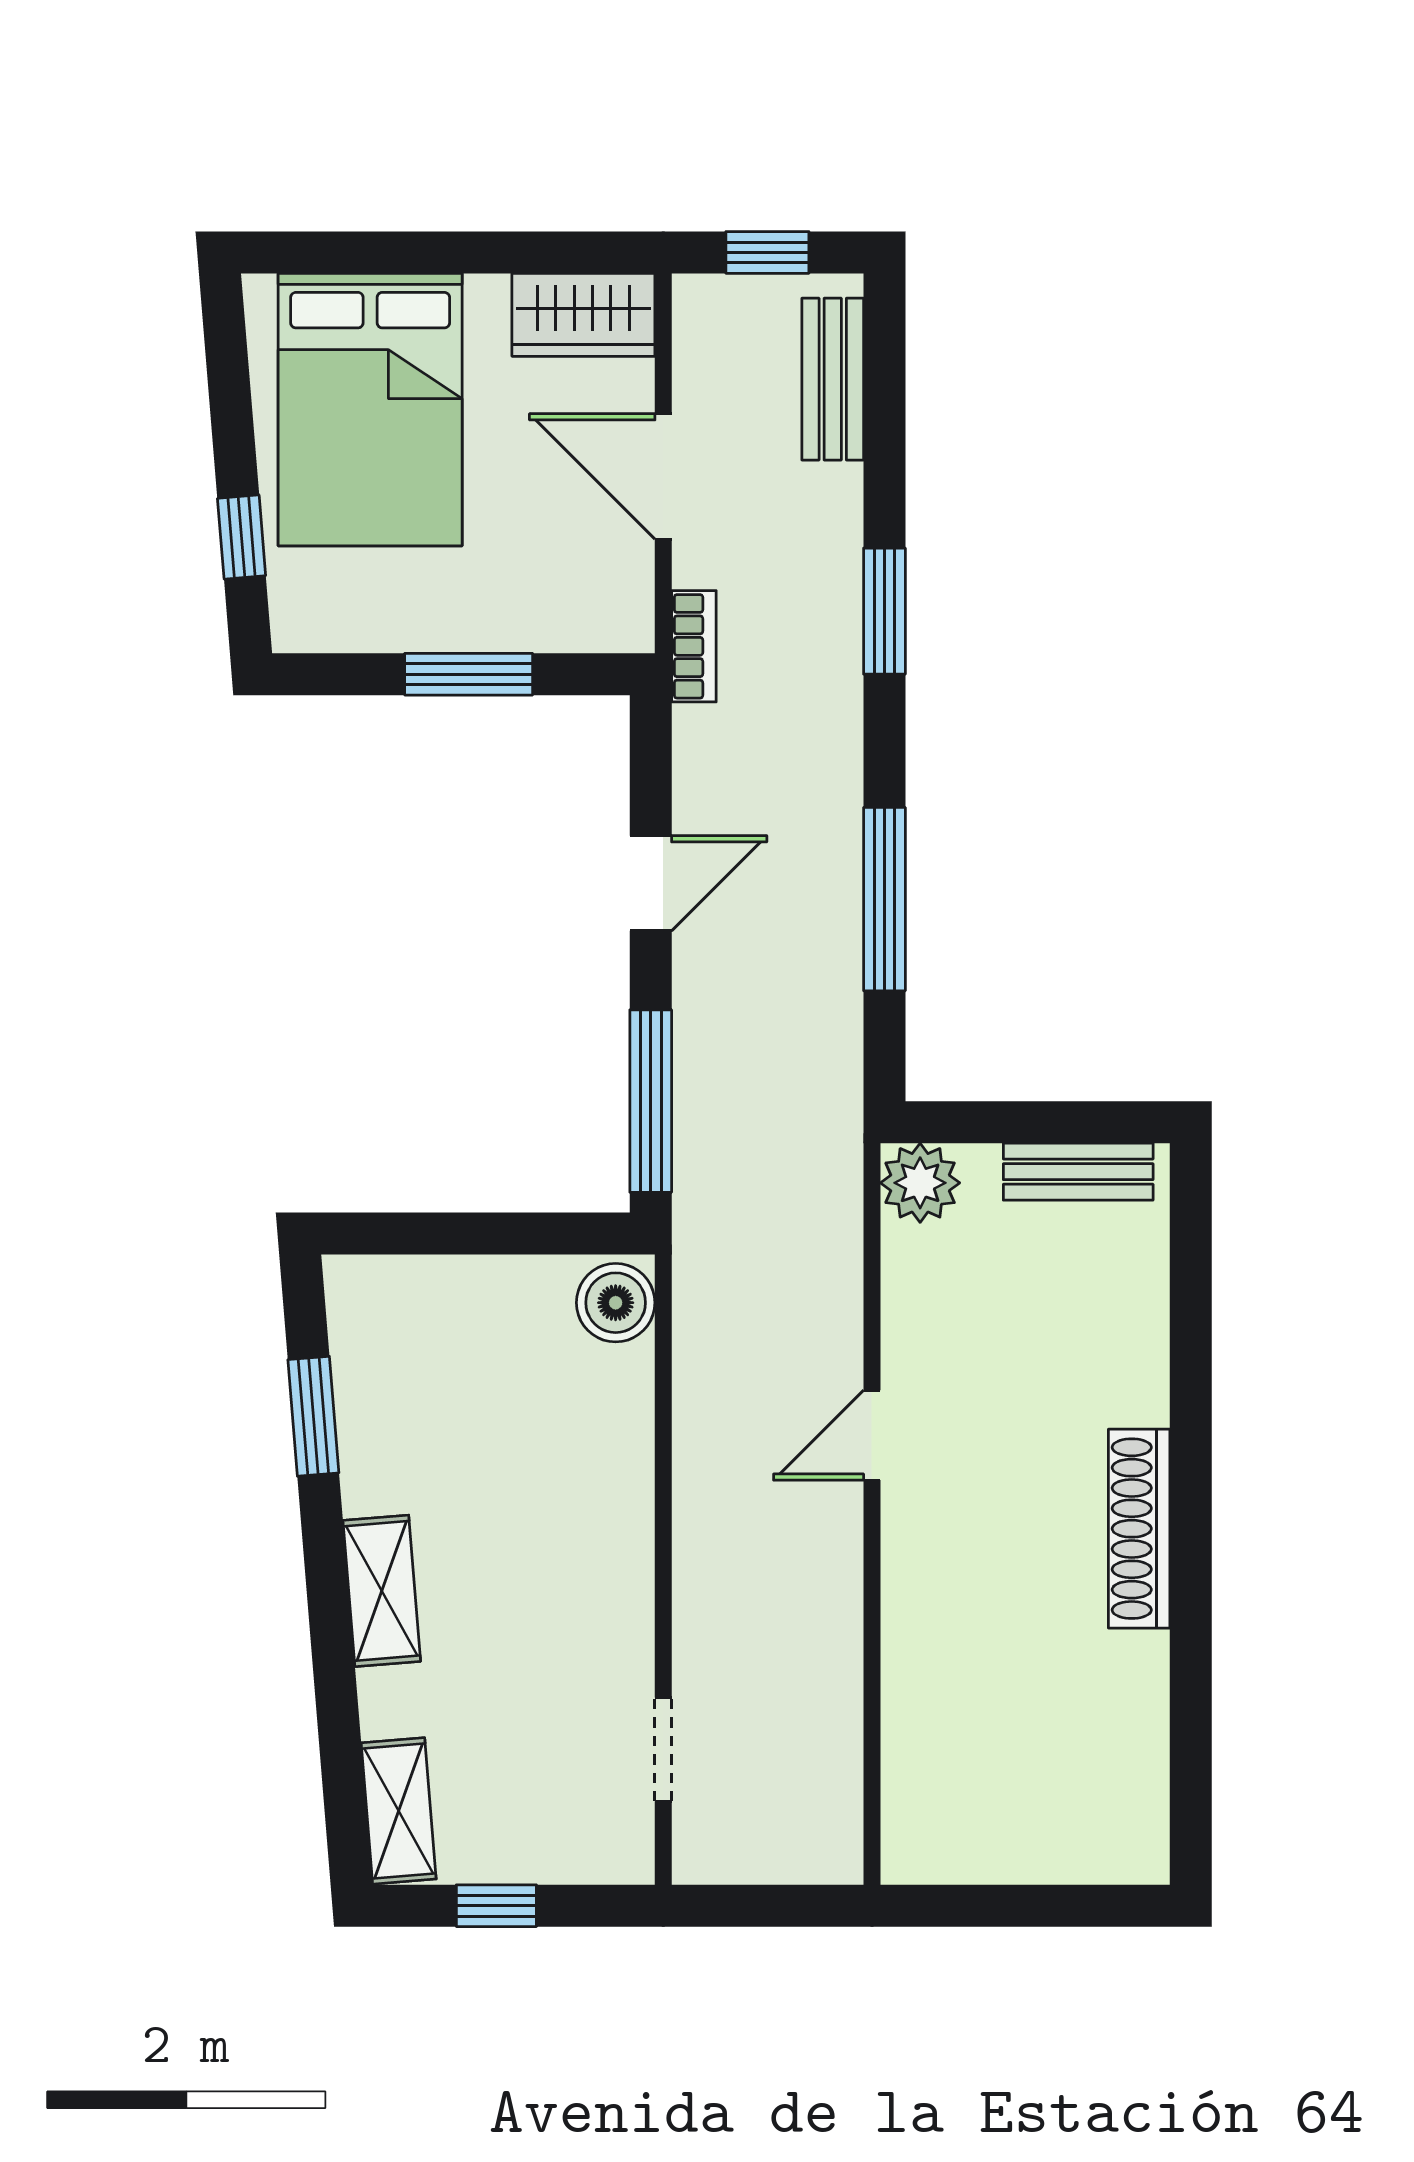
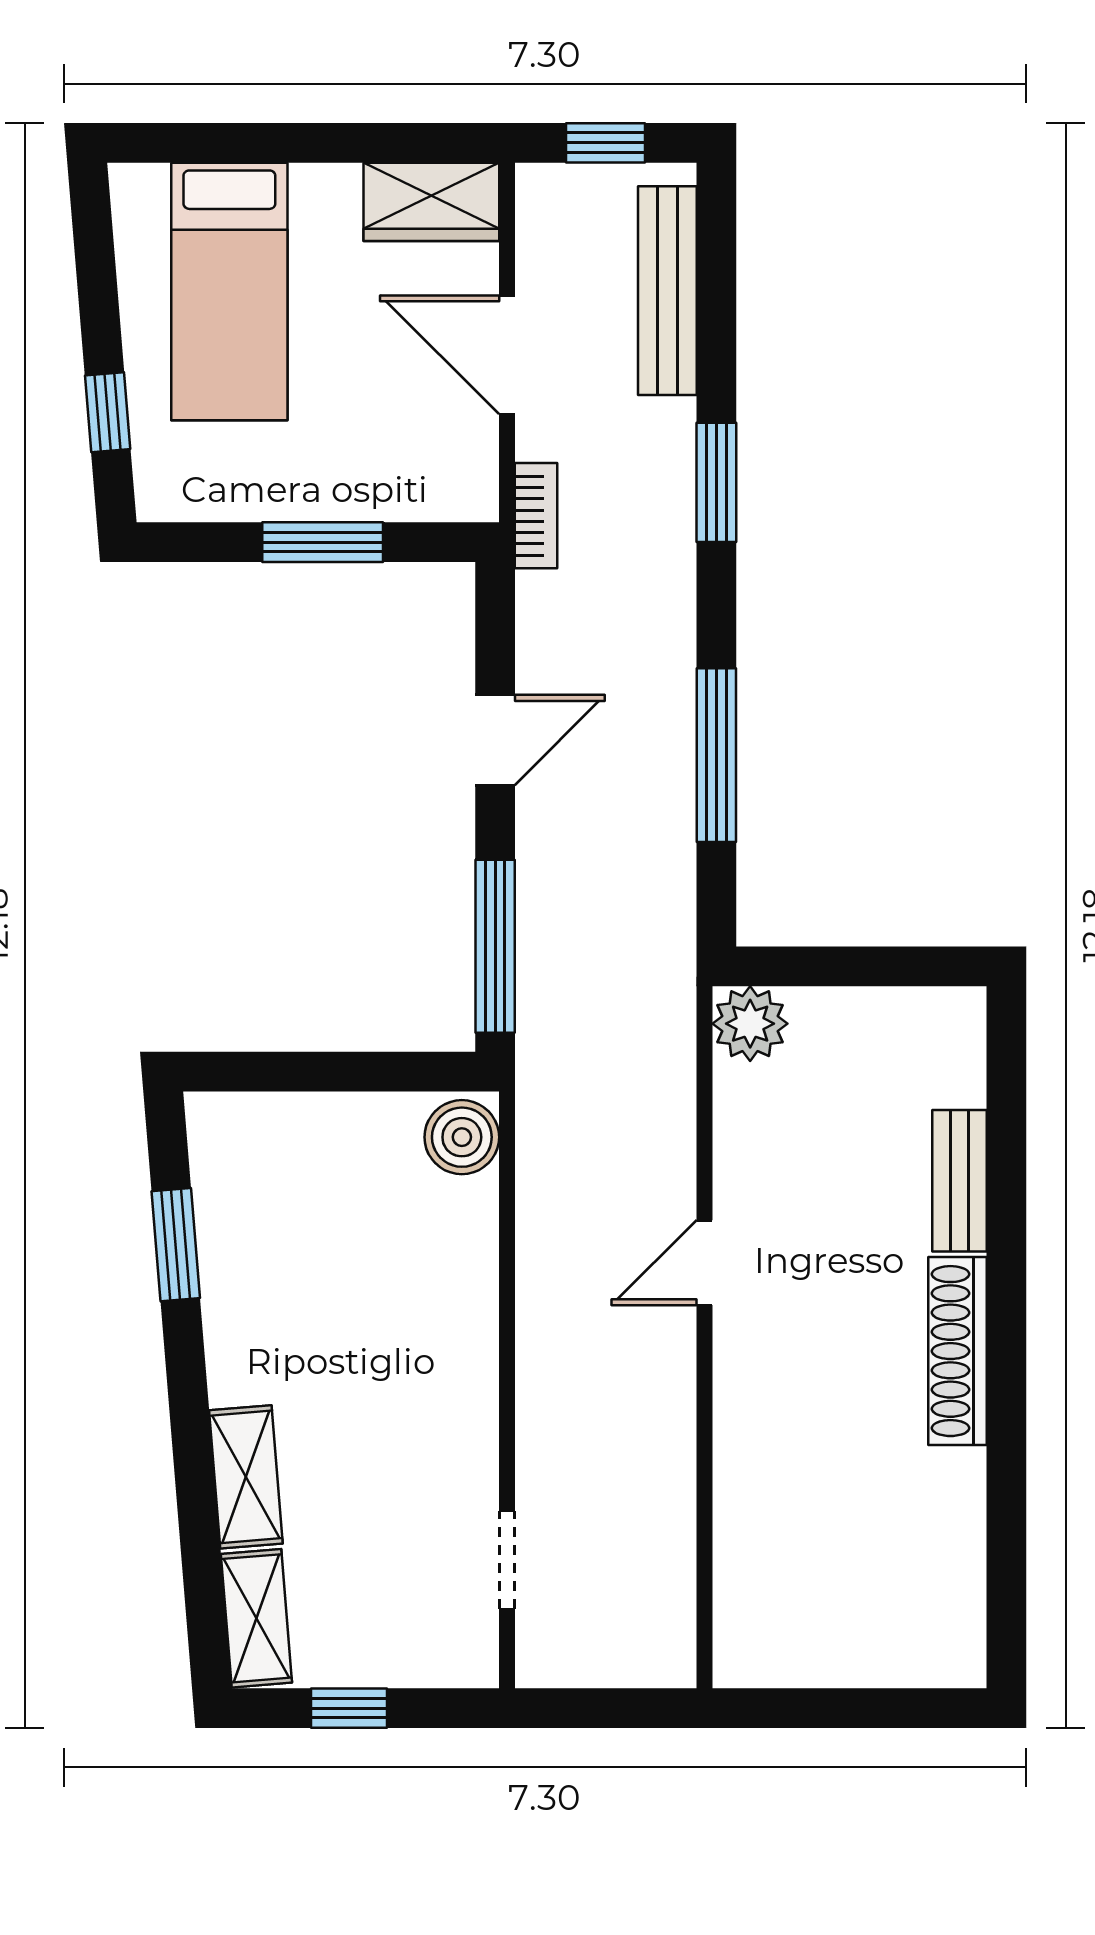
bench: (833, 379) -> (667, 291), width x1.36
bed: (370, 410) -> (229, 292), width x0.67
bench: (1078, 1172) -> (959, 1181), moved, turned 90
shelving: (382, 1591) -> (246, 1477), moved

